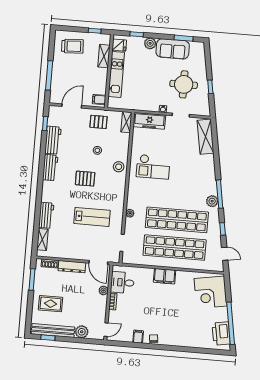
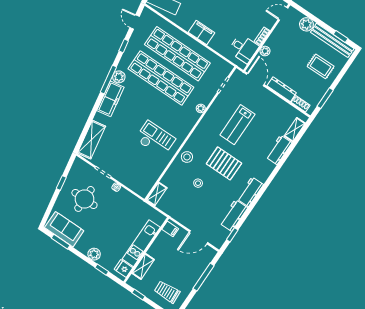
sofa: (173, 49) -> (64, 229), moved
freezer: (150, 121) -> (110, 99), moved, turned 80
pallet: (99, 122) -> (182, 209), removed
pallet: (85, 179) -> (224, 163), width x1.50, depth x1.42
lab bench: (92, 217) -> (237, 125), turned -90

